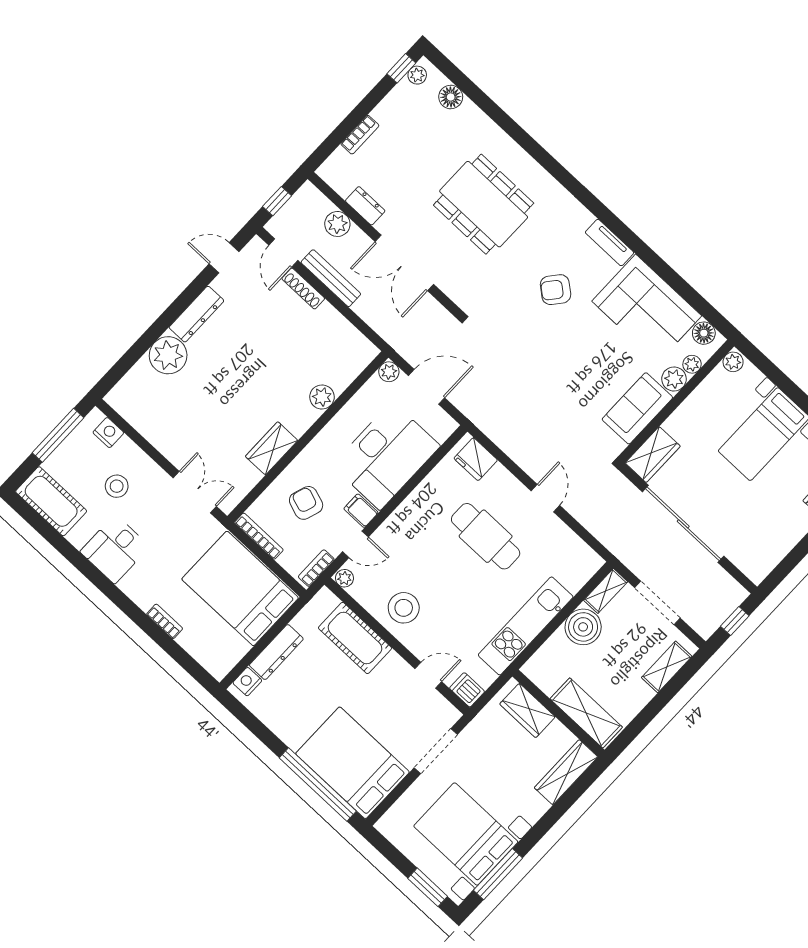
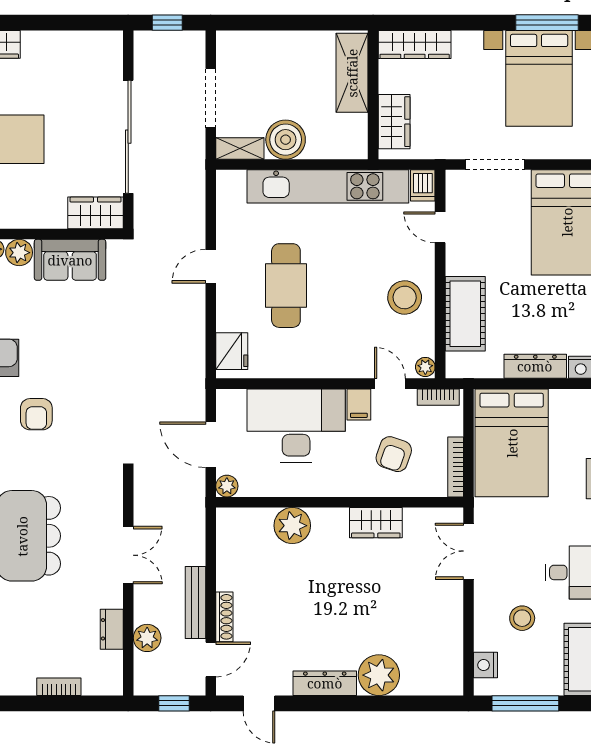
double door: (404, 263) -> (128, 555), width x0.73
armchair: (556, 290) -> (36, 414), turned 51
plant: (322, 397) -> (292, 526), width x1.36, depth x1.36
kitchen unit: (526, 626) -> (328, 186), width x1.36
shelving: (667, 667) -> (255, 43), removed

